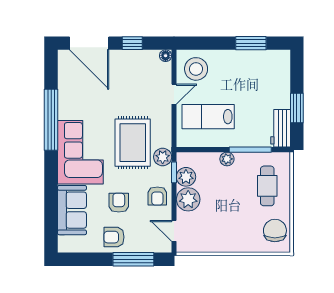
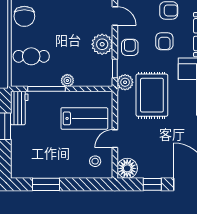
floor lamp: (166, 56) -> (127, 168), width x1.89, depth x1.89
stool: (196, 69) -> (95, 161), width x0.53, depth x0.53
plant: (186, 177) -> (104, 64), removed
cafe table: (267, 186) -> (31, 56), turned 90

